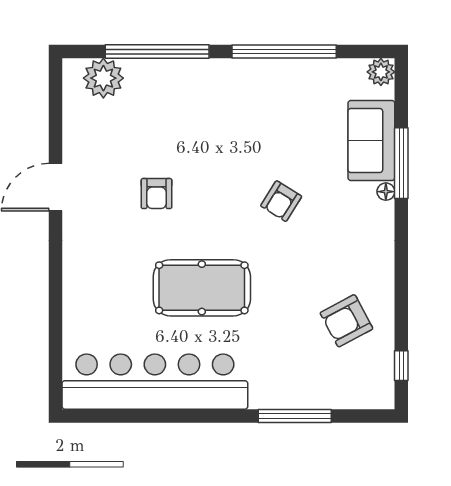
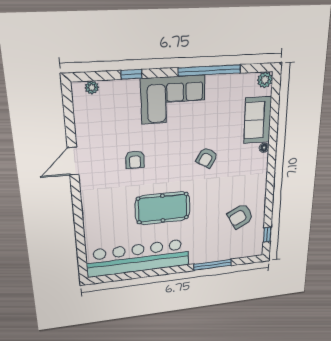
window: (157, 52) -> (131, 74), width x0.32
plant: (103, 78) -> (92, 87), width x0.53, depth x0.53
corner sofa: (223, 96) -> (173, 100), added
window: (401, 163) -> (273, 131), removed

